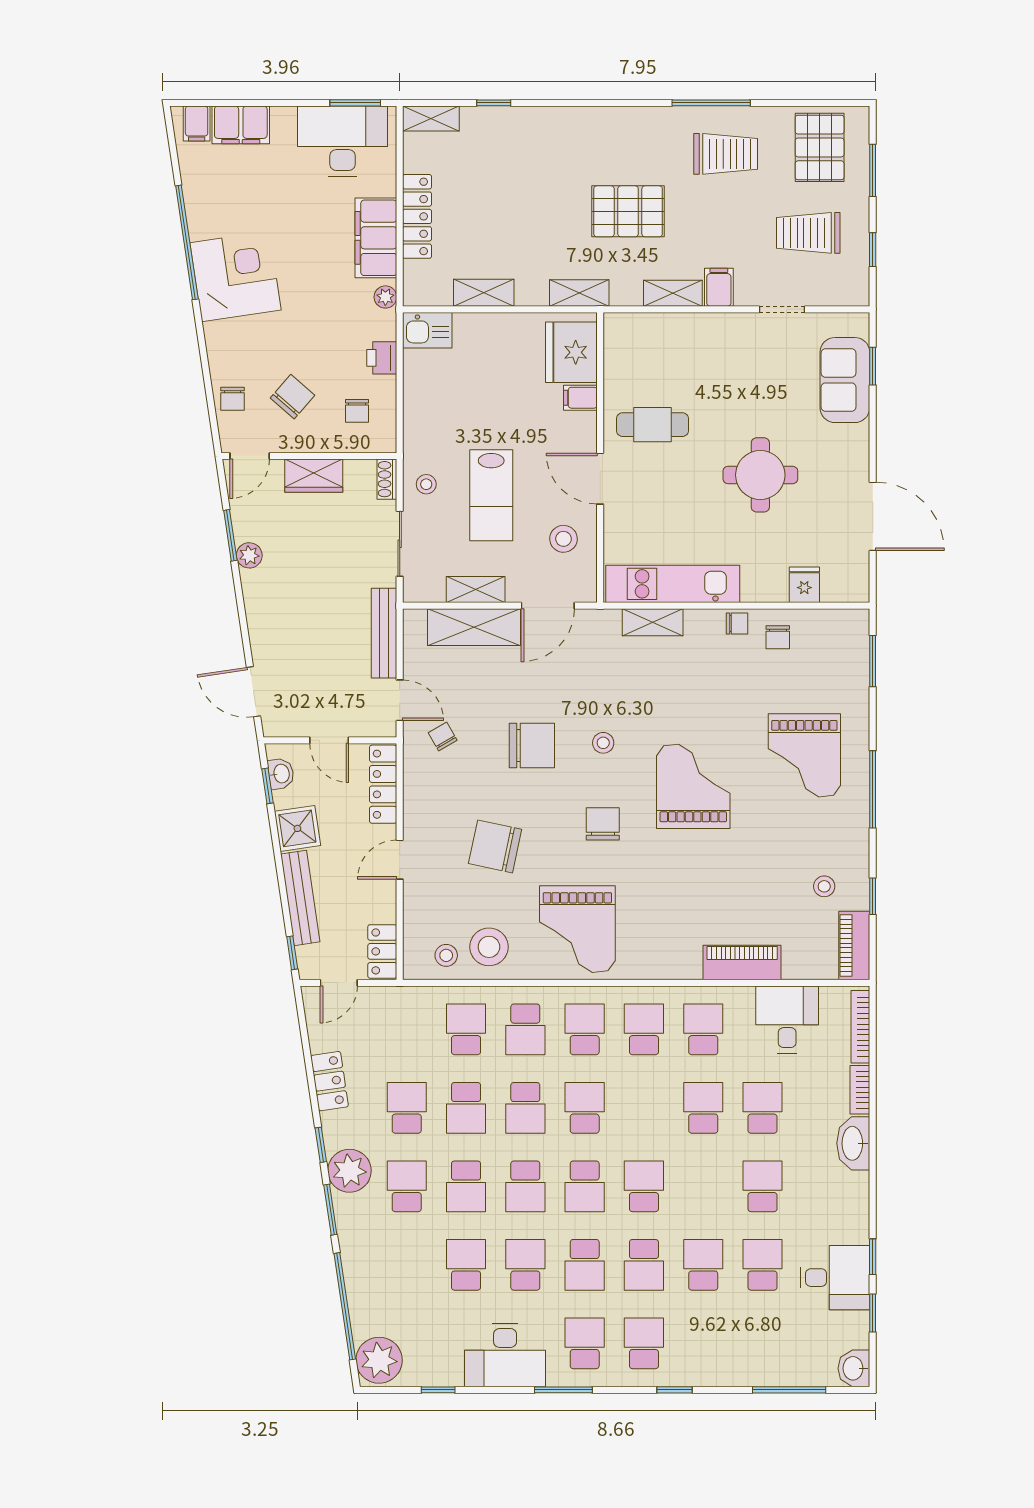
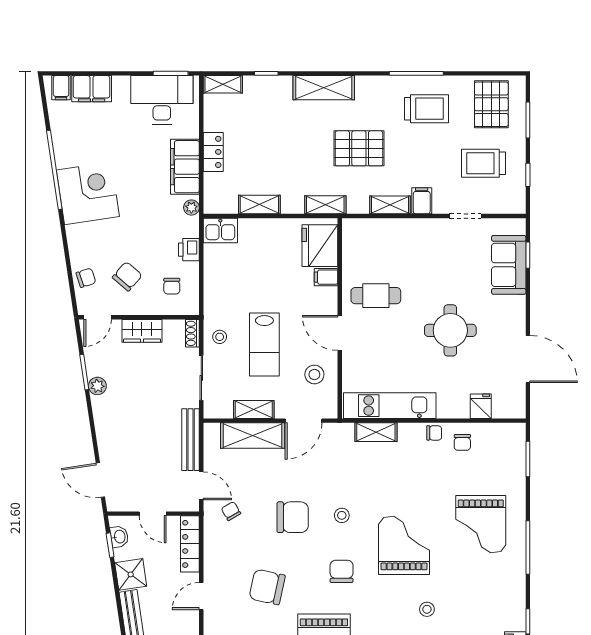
shelving: (577, 124) -> (324, 88), added
locker: (417, 216) -> (213, 152), width x0.66
chair: (233, 399) -> (86, 278), turned -108
stool: (824, 886) -> (427, 609), moved

